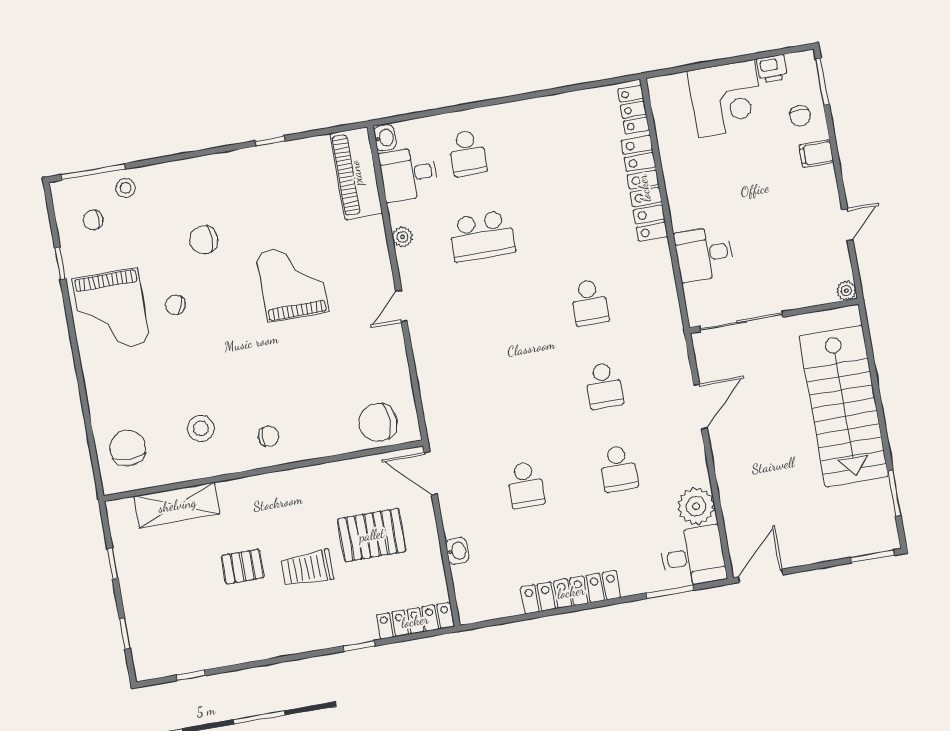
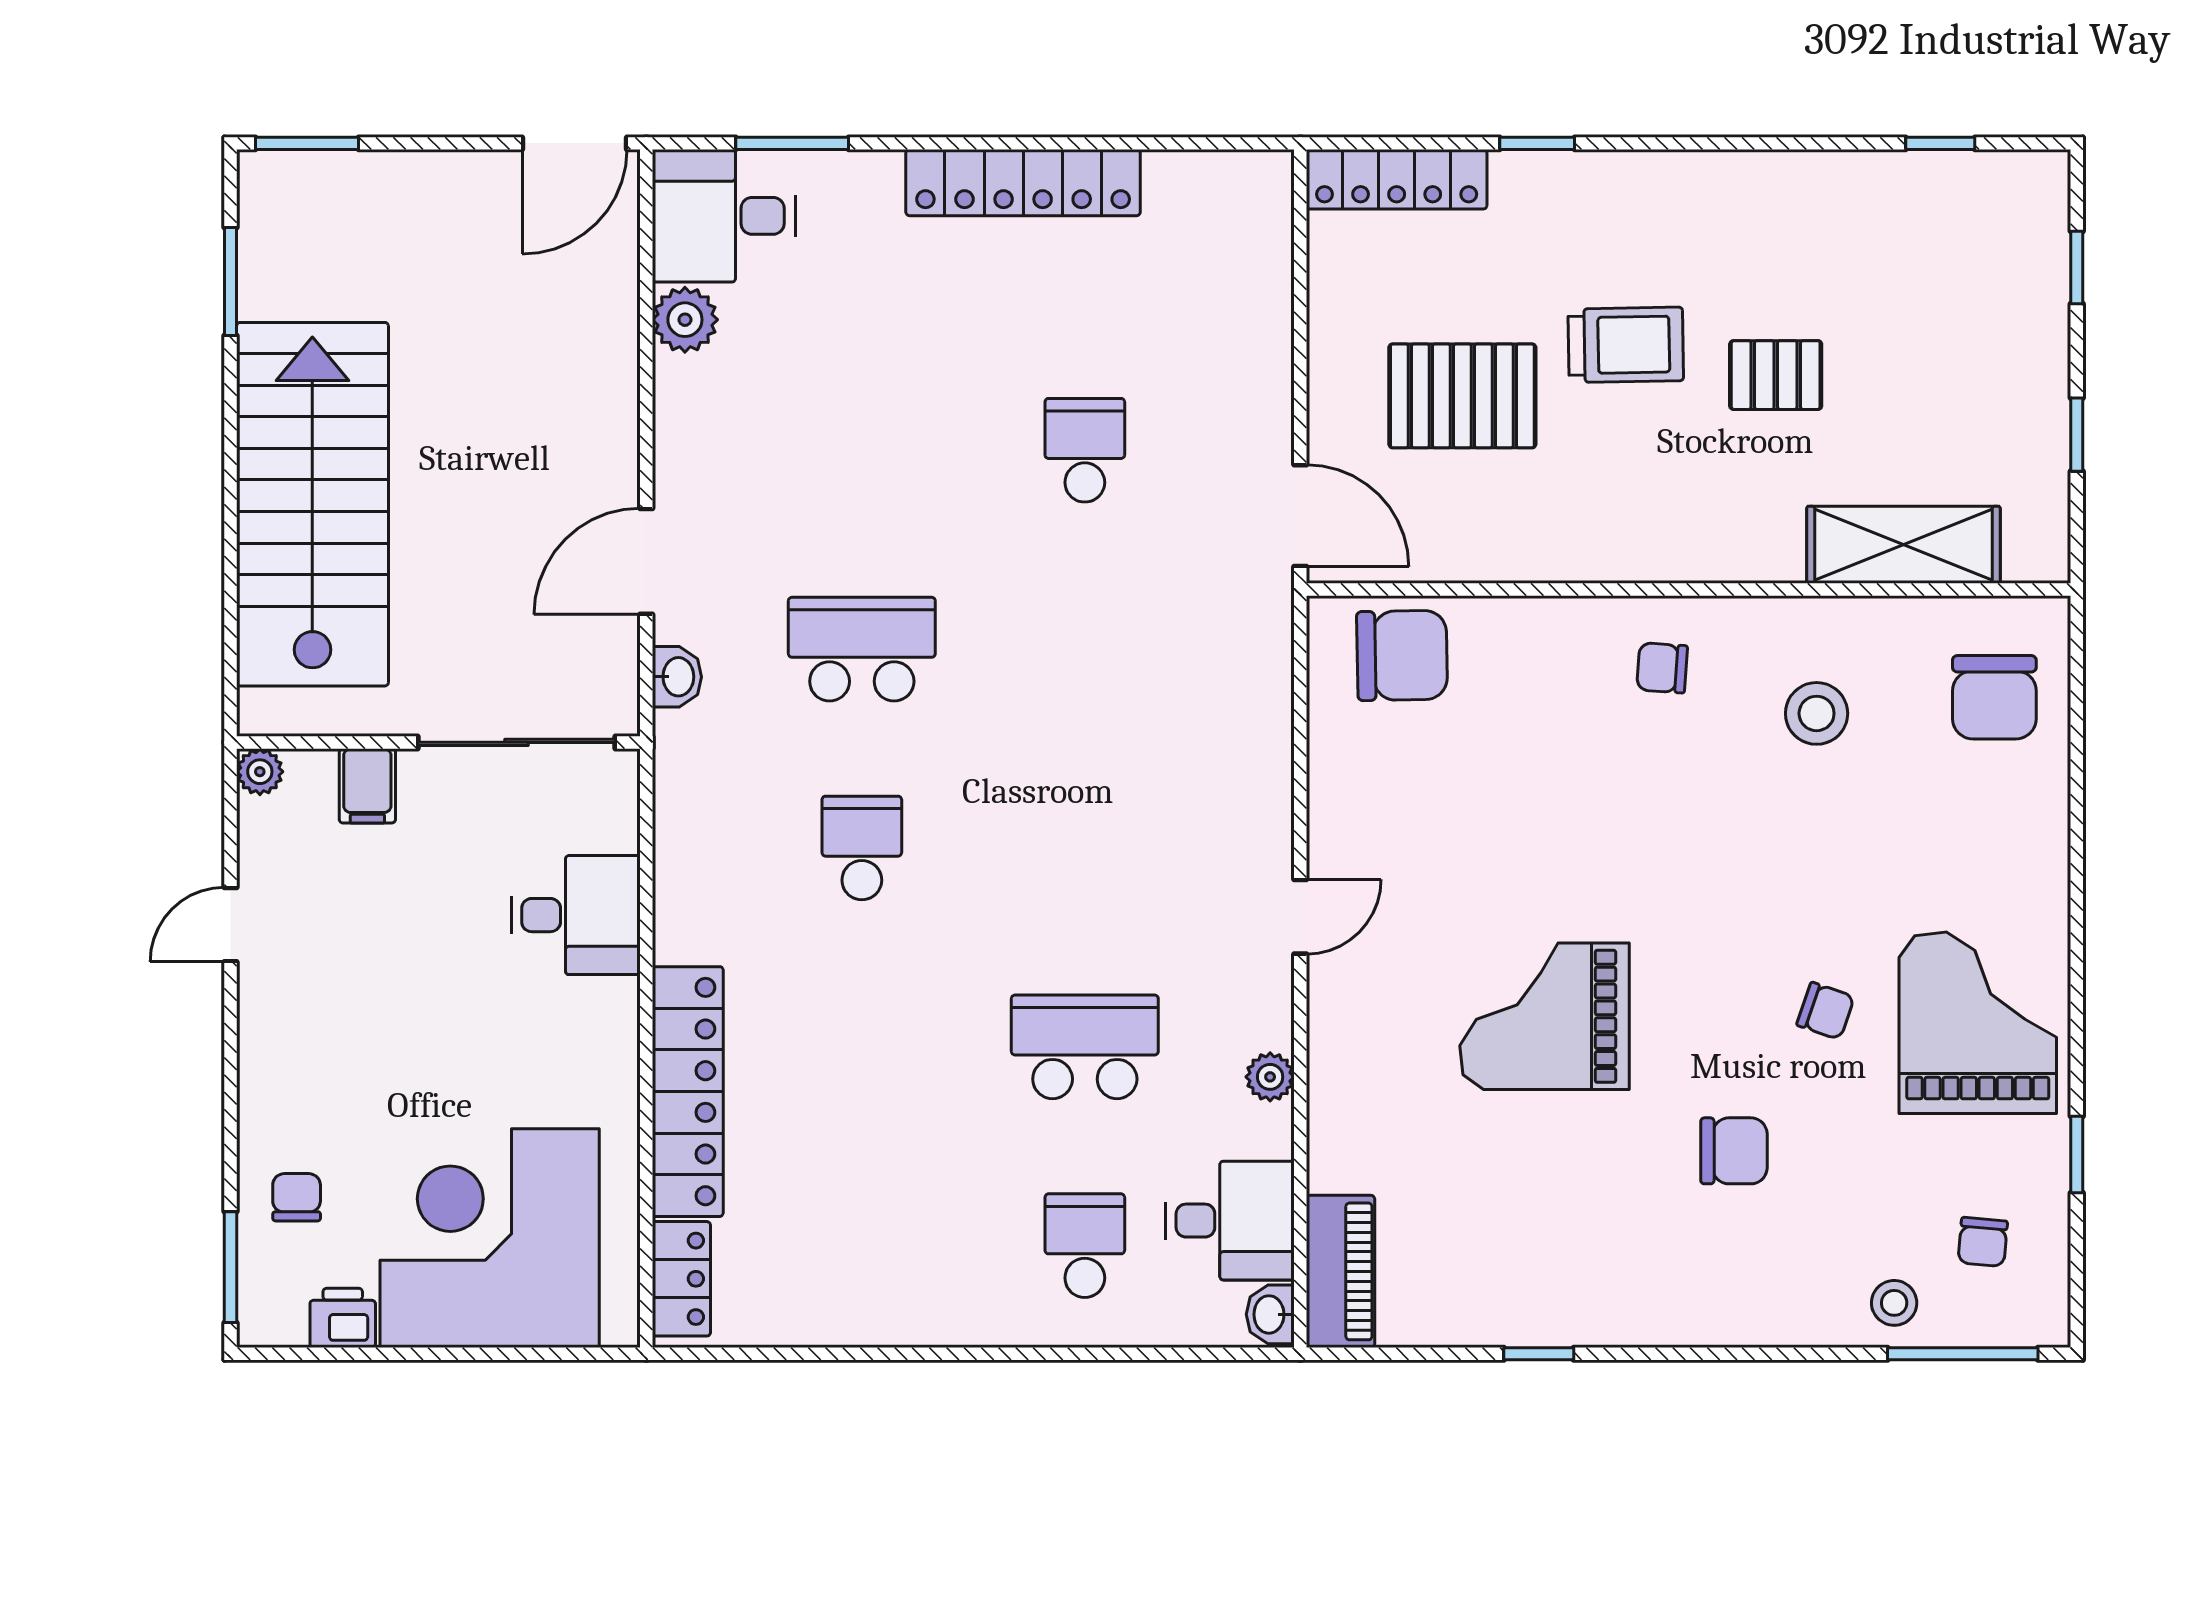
corner desk: (726, 99) -> (490, 1238), width x1.36, depth x1.36
filing cabinet: (816, 154) -> (367, 786), moved, turned 90
piano: (356, 173) -> (1341, 1271), width x0.73, depth x0.75
chair: (93, 220) -> (1983, 1242), turned 95
grand piano: (292, 282) -> (1544, 1016), turned 90
school desk: (604, 386) -> (862, 649), width x1.85
school desk: (618, 469) -> (862, 450), removed
plant: (696, 506) -> (685, 320), width x0.73, depth x0.73
washbasin: (457, 551) -> (677, 677), moved, turned 180

